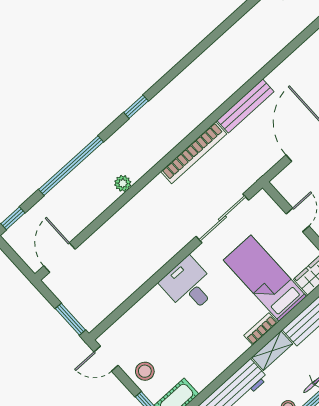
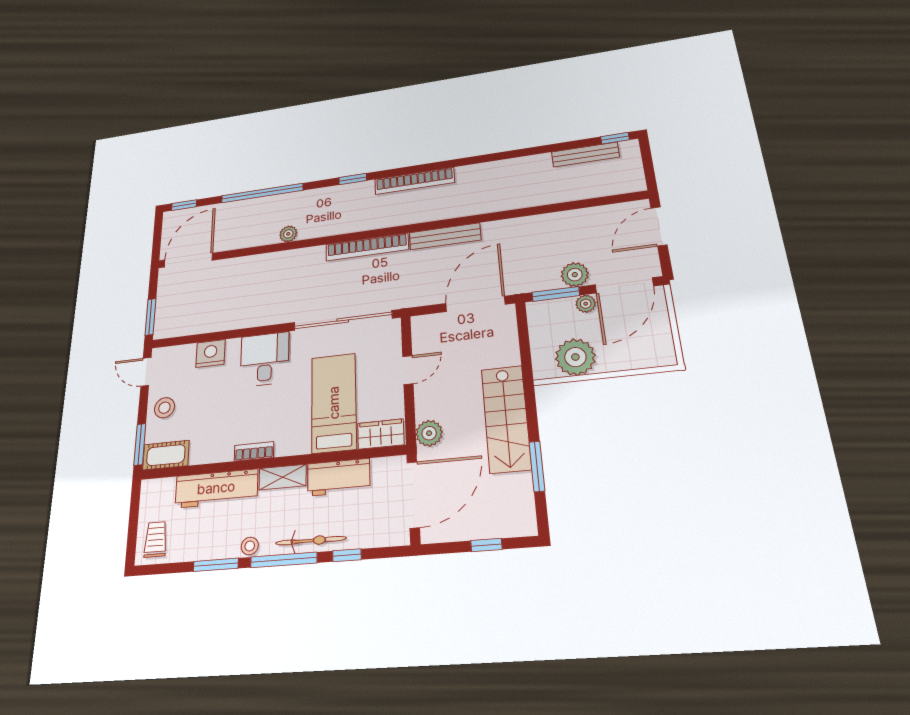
bookcase: (187, 77) -> (414, 181), added
sliding door: (222, 218) -> (343, 320), width x1.36
door: (60, 257) -> (188, 260), width x1.36
nightstand: (144, 311) -> (210, 353), added
bookcase: (261, 329) -> (254, 451), moved

